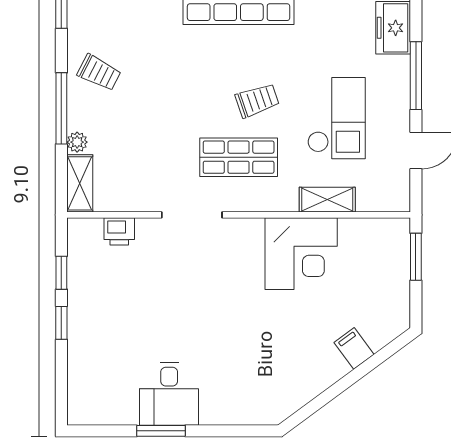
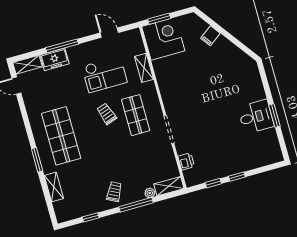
window: (416, 76) -> (62, 46), moved
checkout: (336, 118) -> (104, 74), turned 180
corner desk: (301, 254) -> (163, 39), moved

